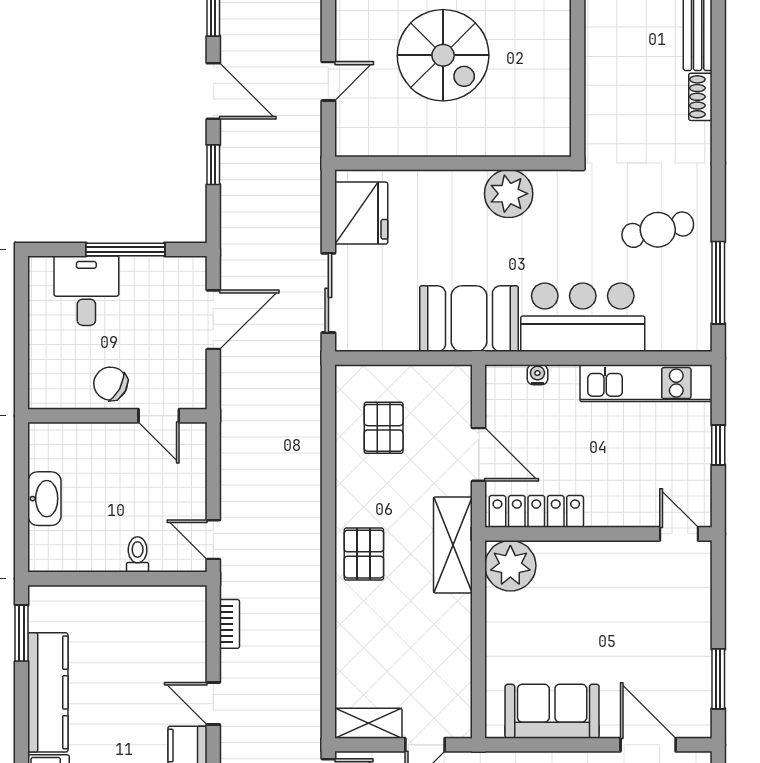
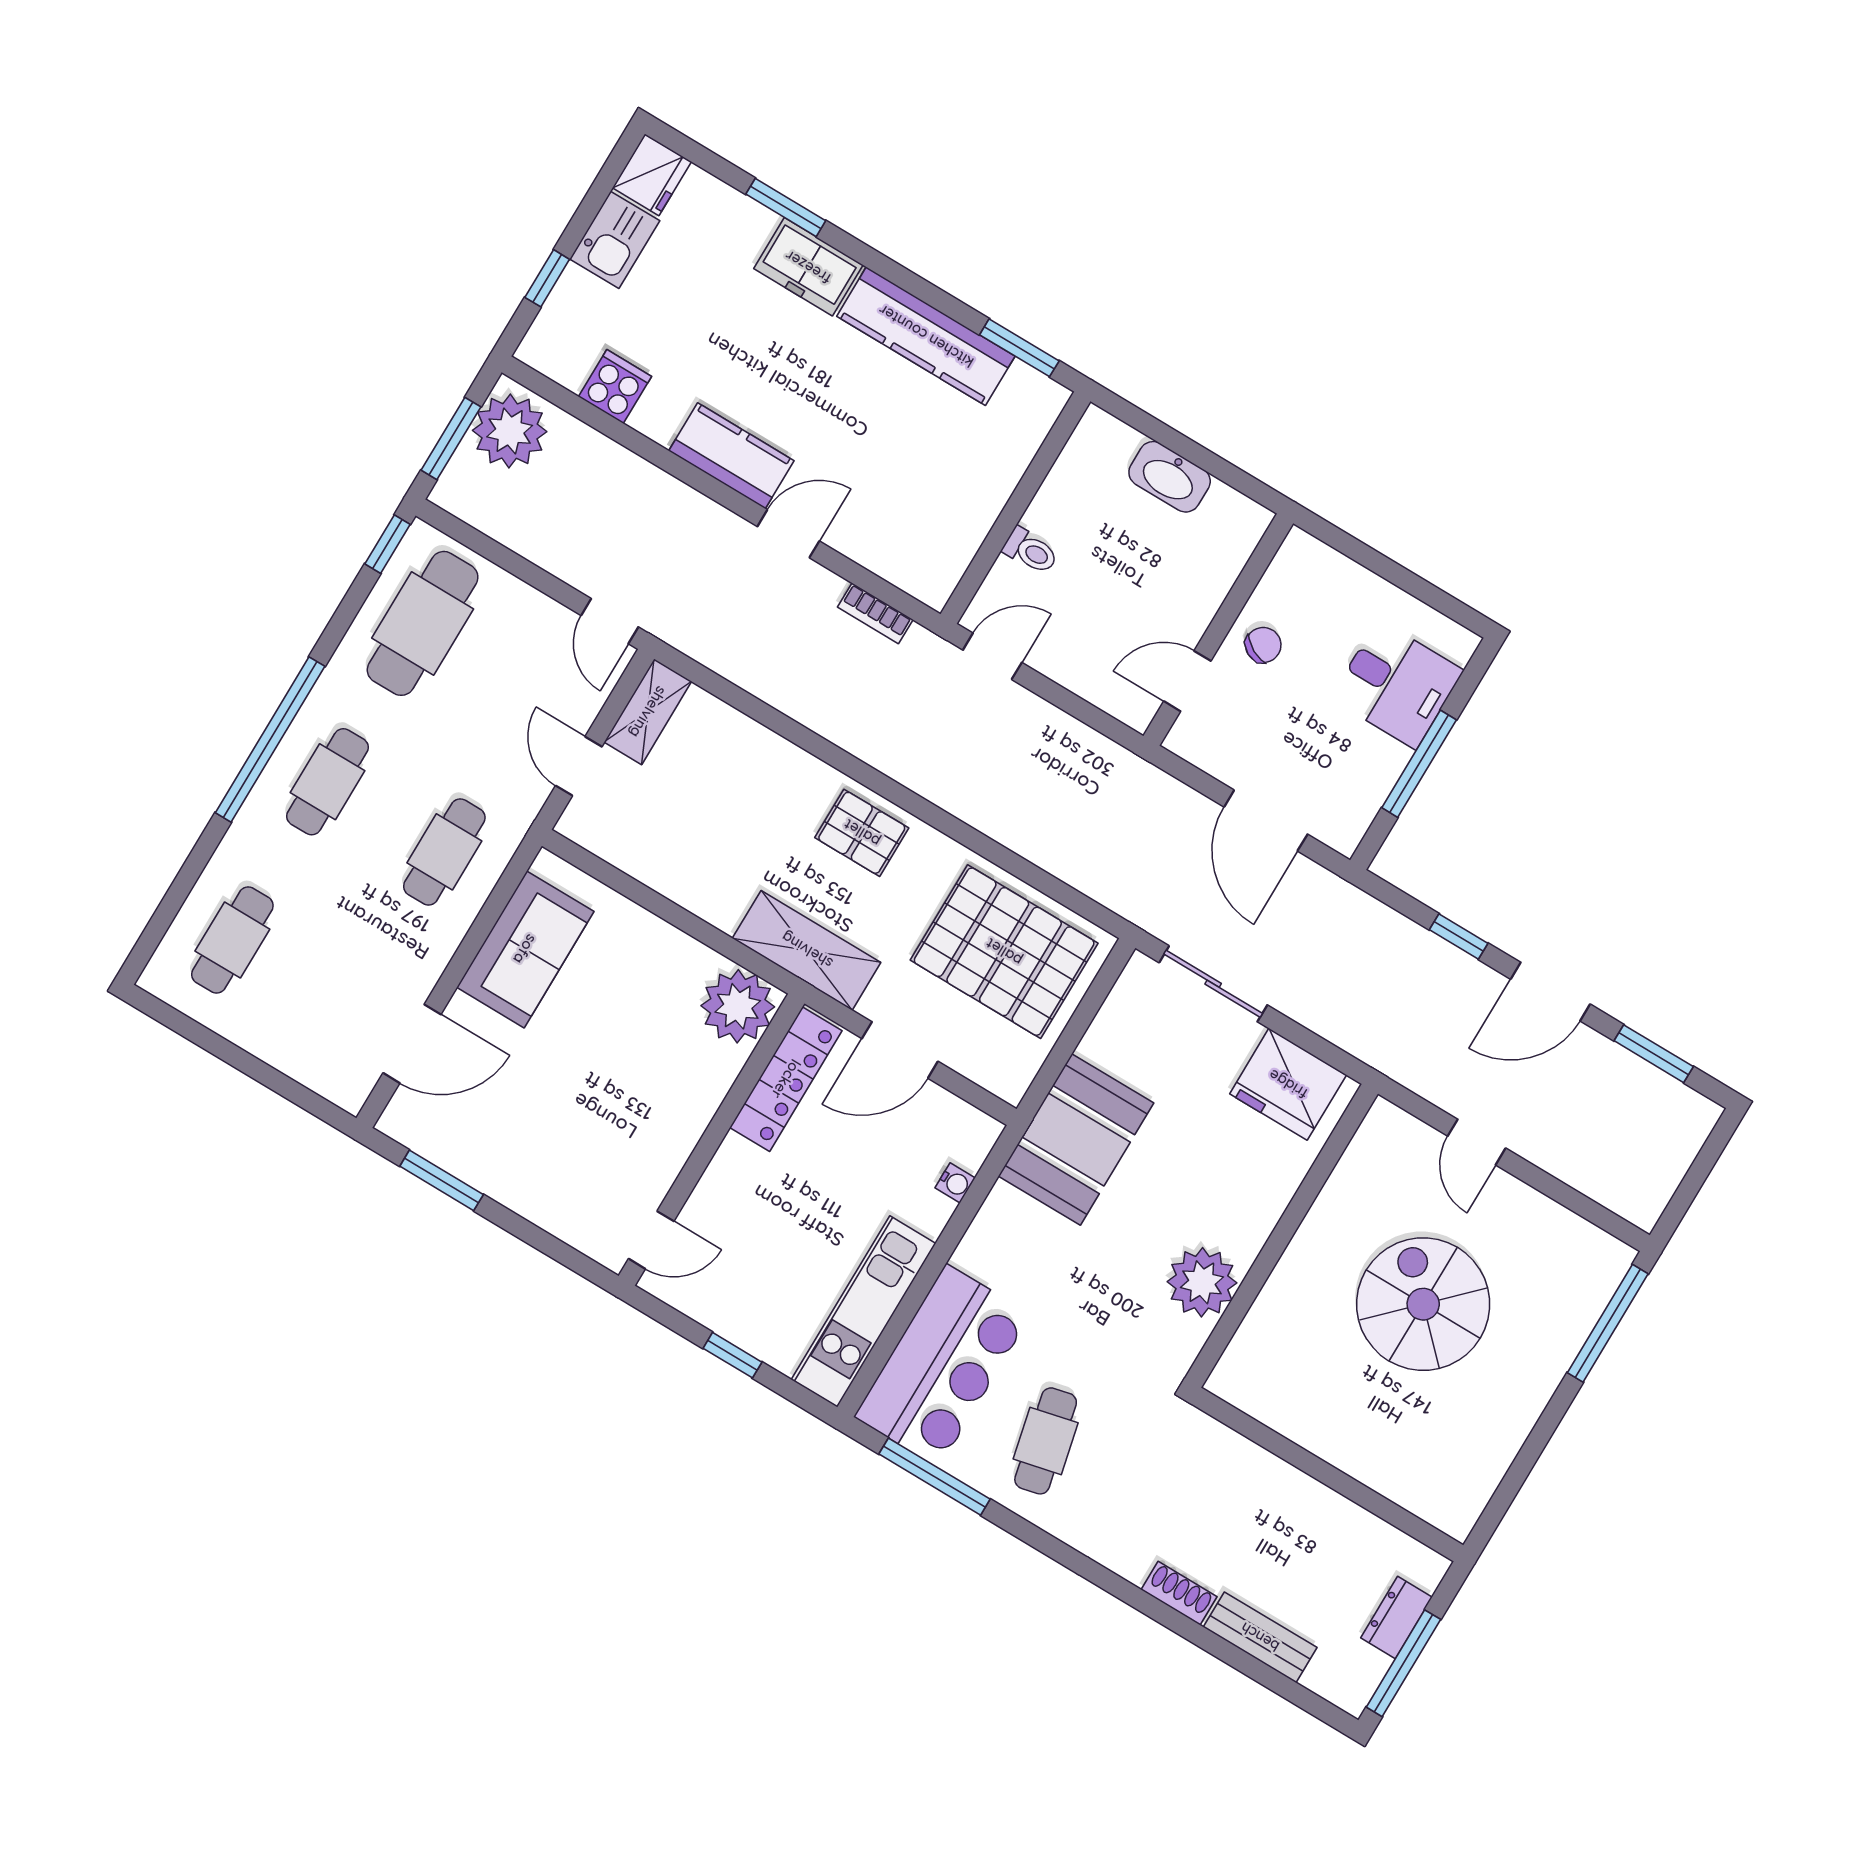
spiral stairs: (443, 55) -> (1423, 1304), turned 90
bar counter: (583, 317) -> (942, 1366), moved
chair: (111, 384) -> (1263, 645), width x0.73, depth x0.73
pallet: (384, 428) -> (1004, 952), width x2.05, depth x2.00

